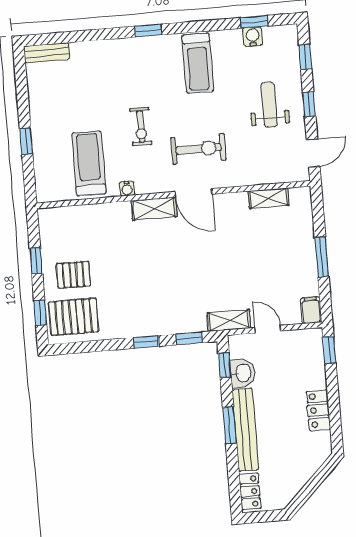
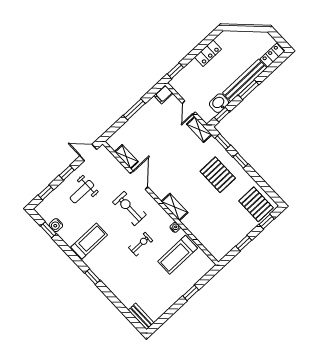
door: (194, 193) -> (139, 180), moved
pallet: (73, 275) -> (218, 175), moved, width x1.50, depth x1.42

